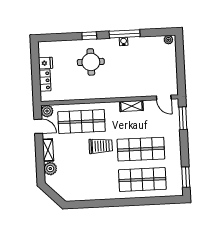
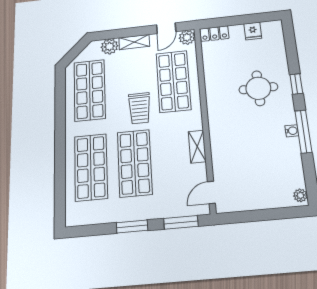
locker: (45, 80) -> (214, 34), moved
window: (186, 177) -> (132, 227), moved
shop shelf: (85, 182) -> (90, 90), added

